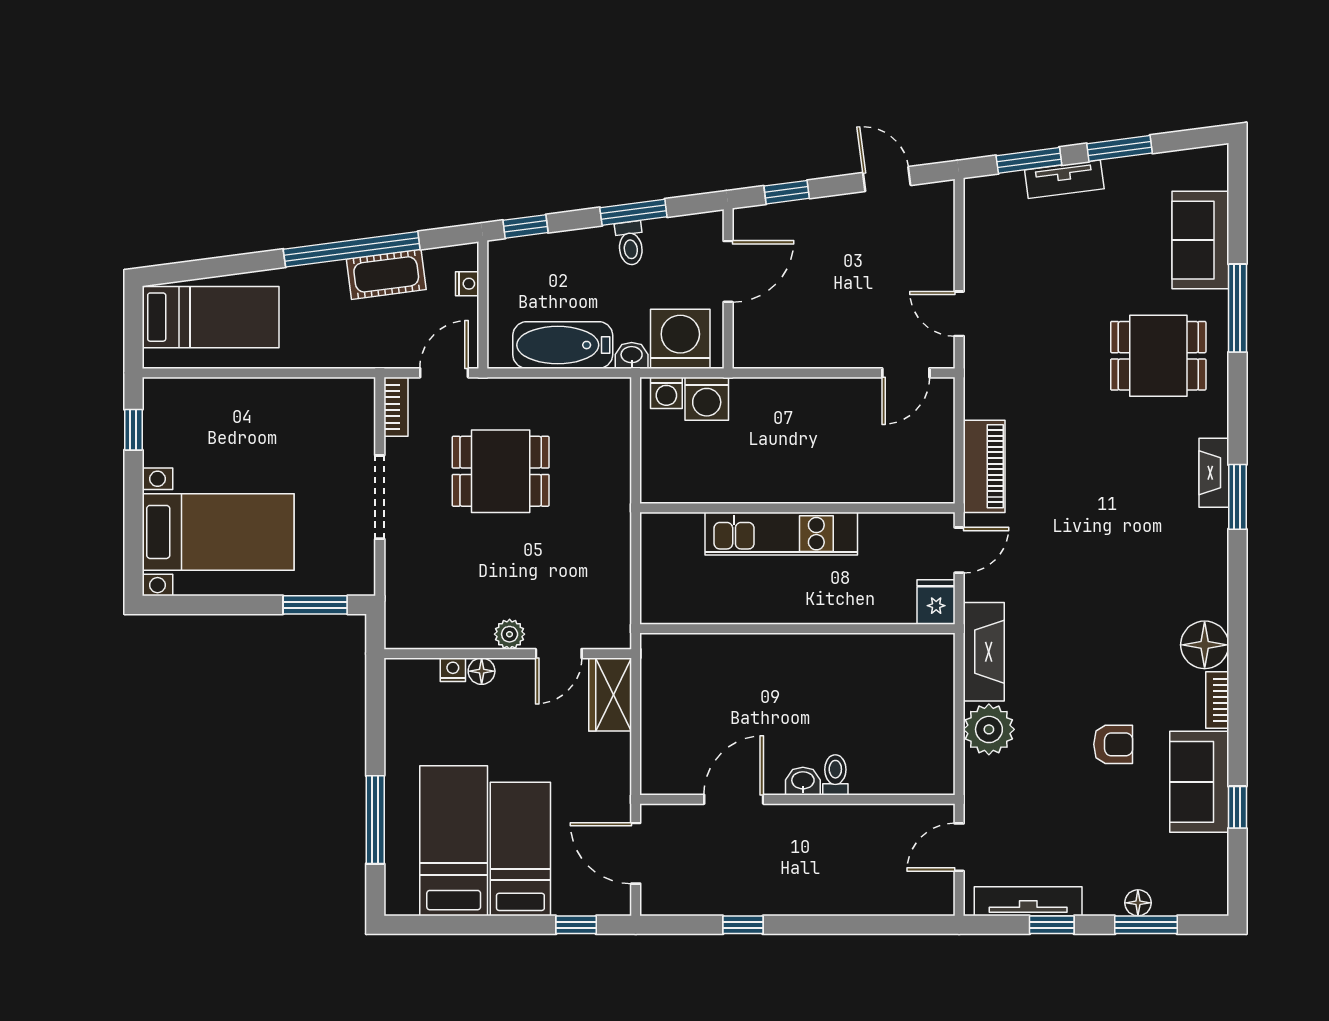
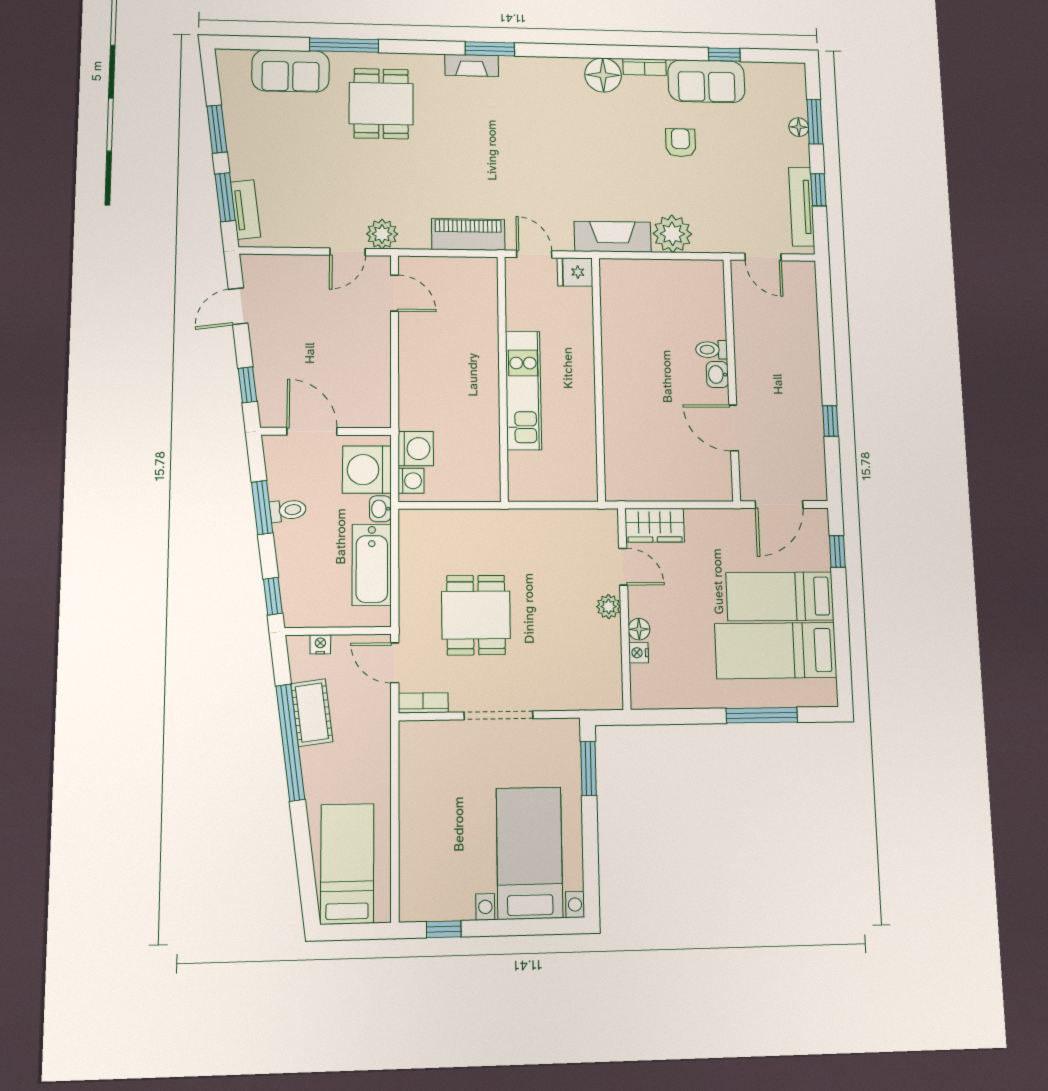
tv unit: (1064, 179) -> (246, 210), moved
plant: (983, 357) -> (382, 234), added

